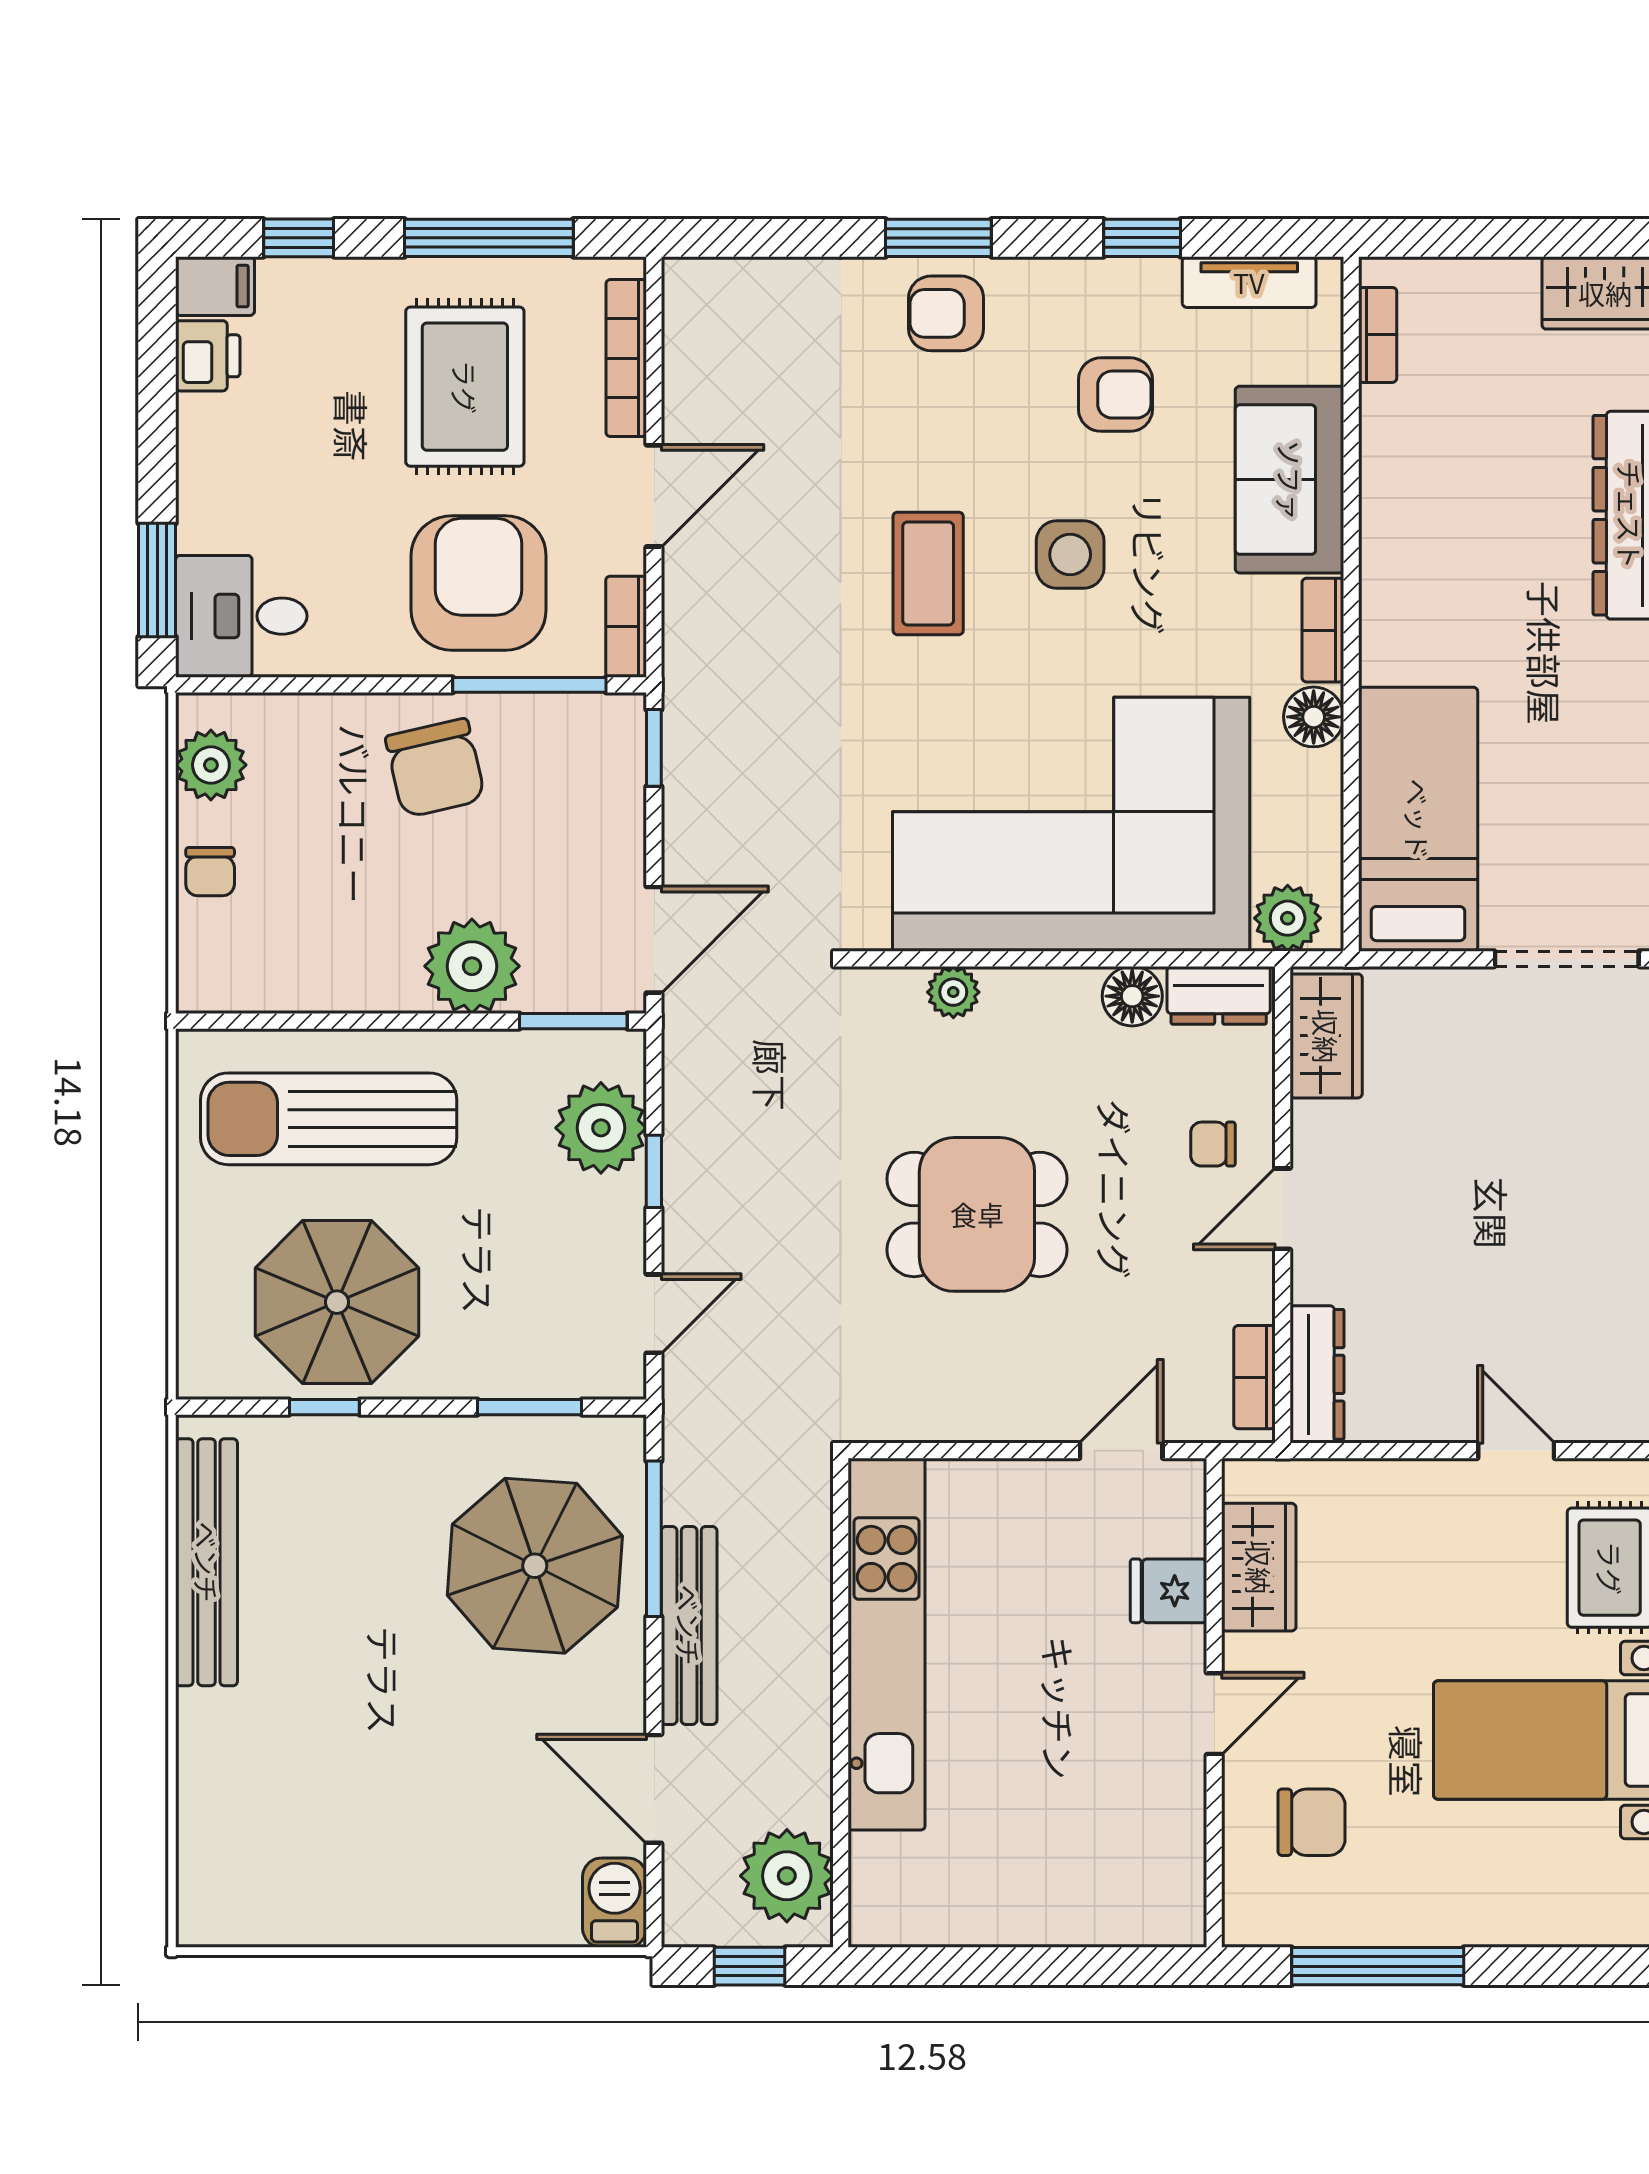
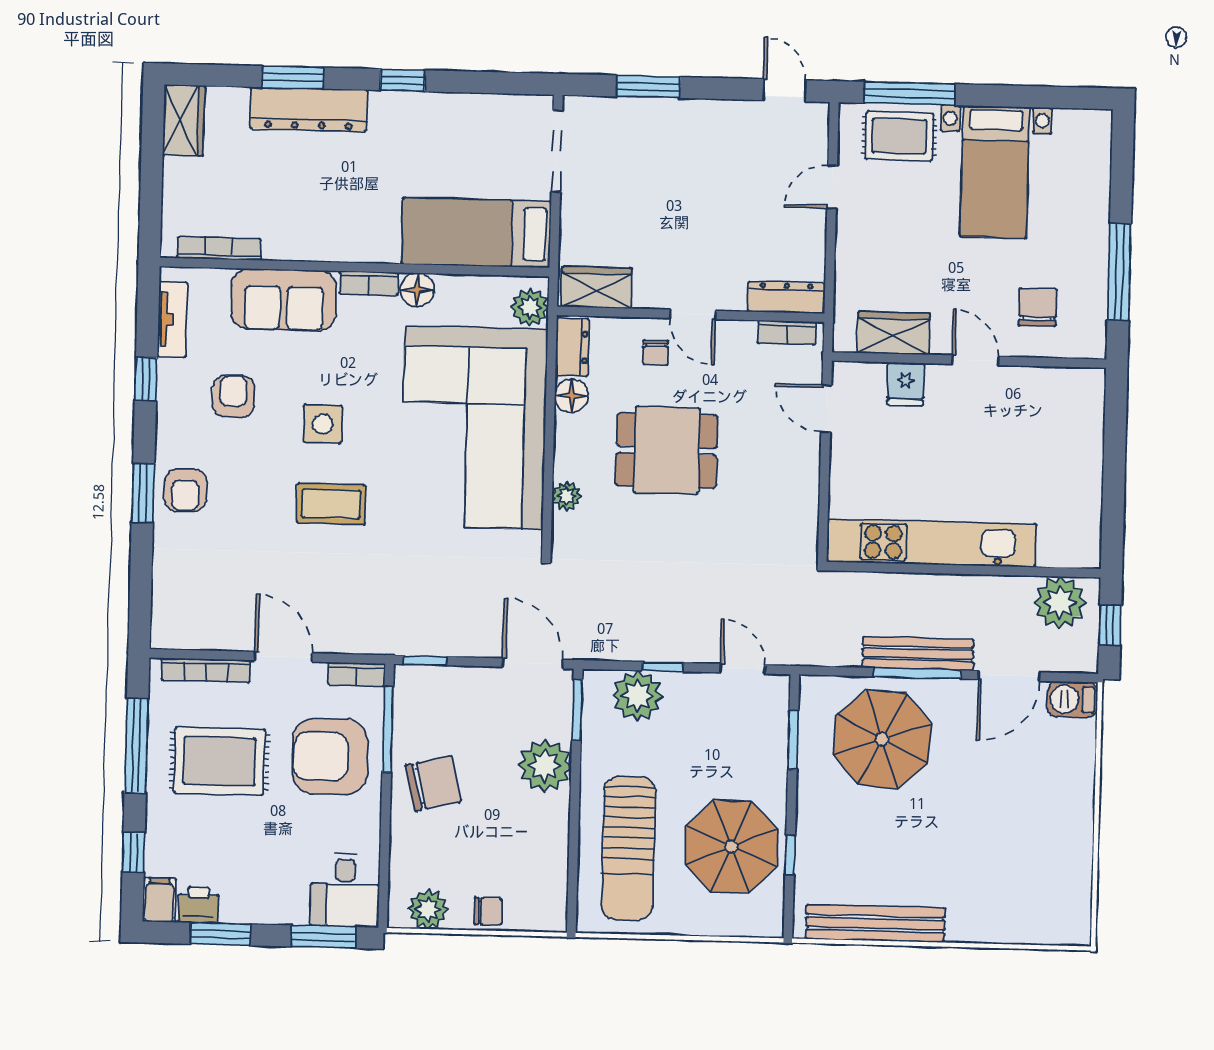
bookcase: (1378, 335) -> (219, 249), width x1.56
window: (157, 396) -> (220, 934), added
dining table: (977, 1214) -> (667, 450), moved, turned 90
window: (654, 1539) -> (917, 673), moved

